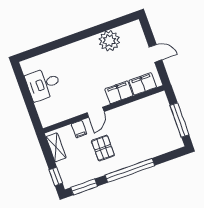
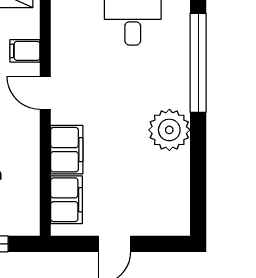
plant: (109, 41) -> (169, 130), moved
window: (55, 45) -> (198, 63), added

